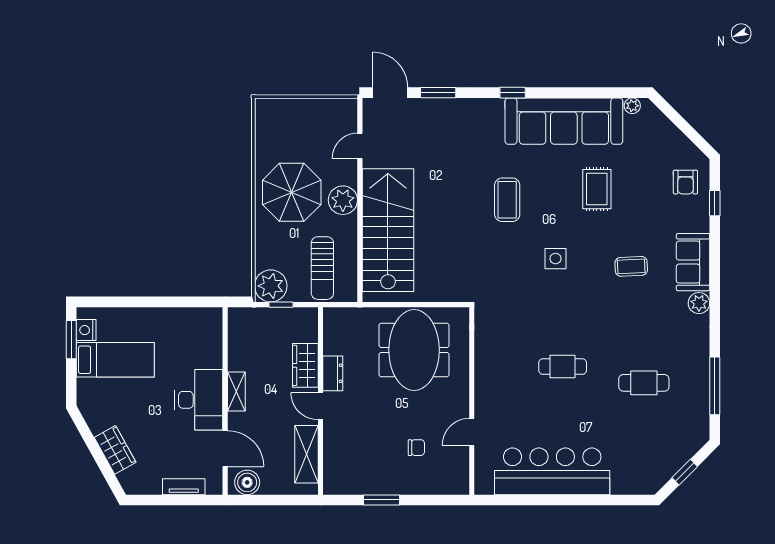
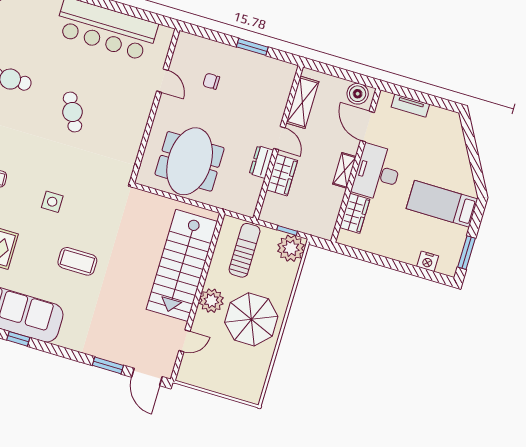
window: (513, 93) -> (18, 339), moved
coffee table: (507, 200) -> (77, 261), turned 90
nightstand: (86, 330) -> (428, 261), moved, turned 90
bed: (115, 360) -> (442, 204), moved
cafe table: (563, 367) -> (72, 112), turned 64
door: (472, 432) -> (162, 81), hinge flipped
wardrobe: (115, 450) -> (355, 213), moved, turned -151

